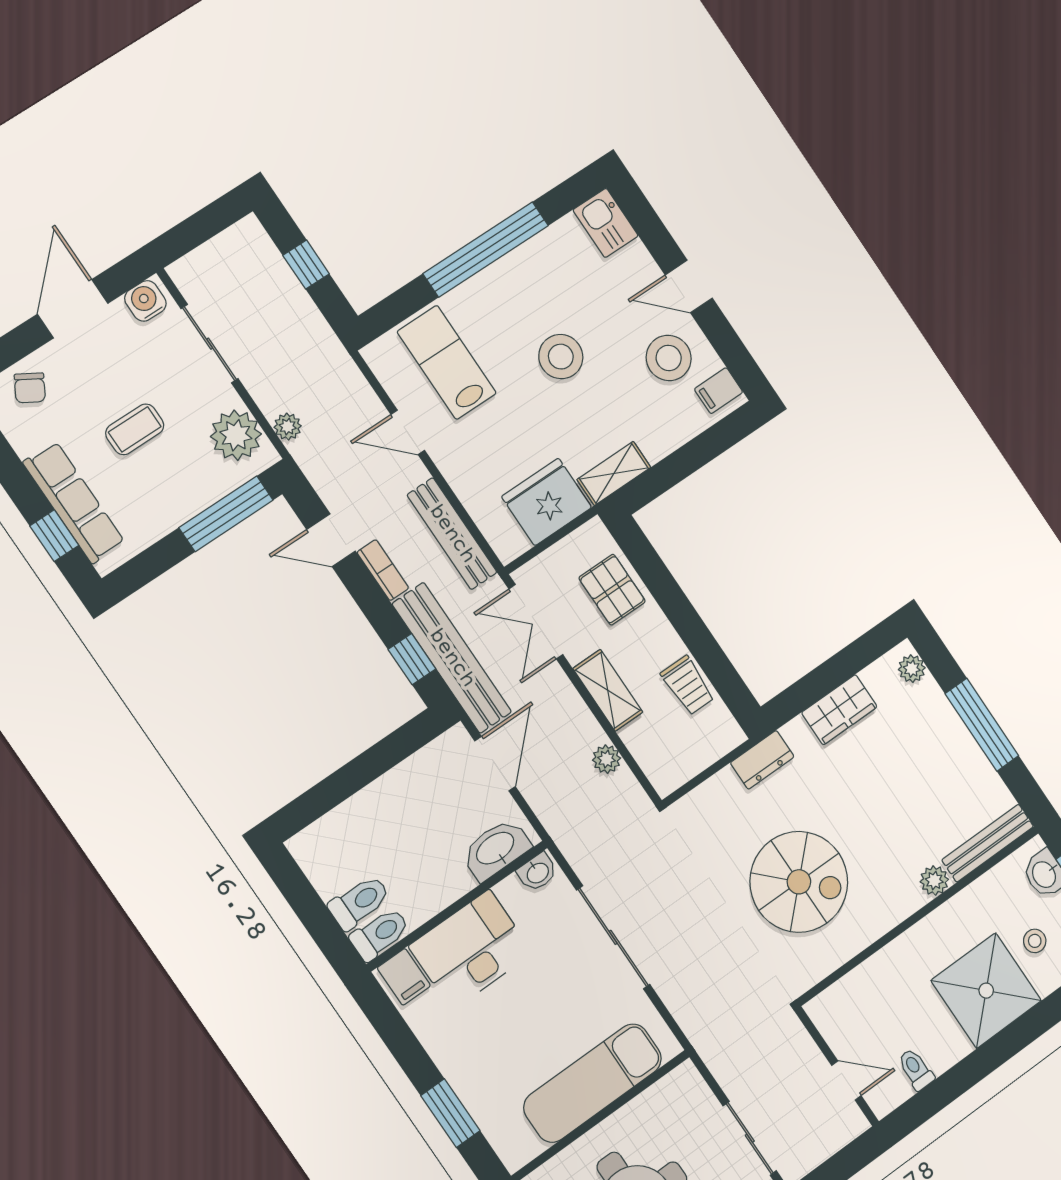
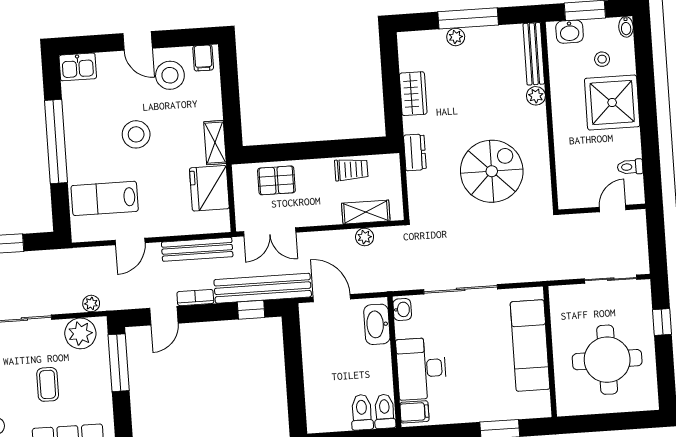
door: (689, 286) -> (138, 41), hinge flipped
plant: (912, 669) -> (456, 37), moved
shelving: (608, 690) -> (366, 212), moved

